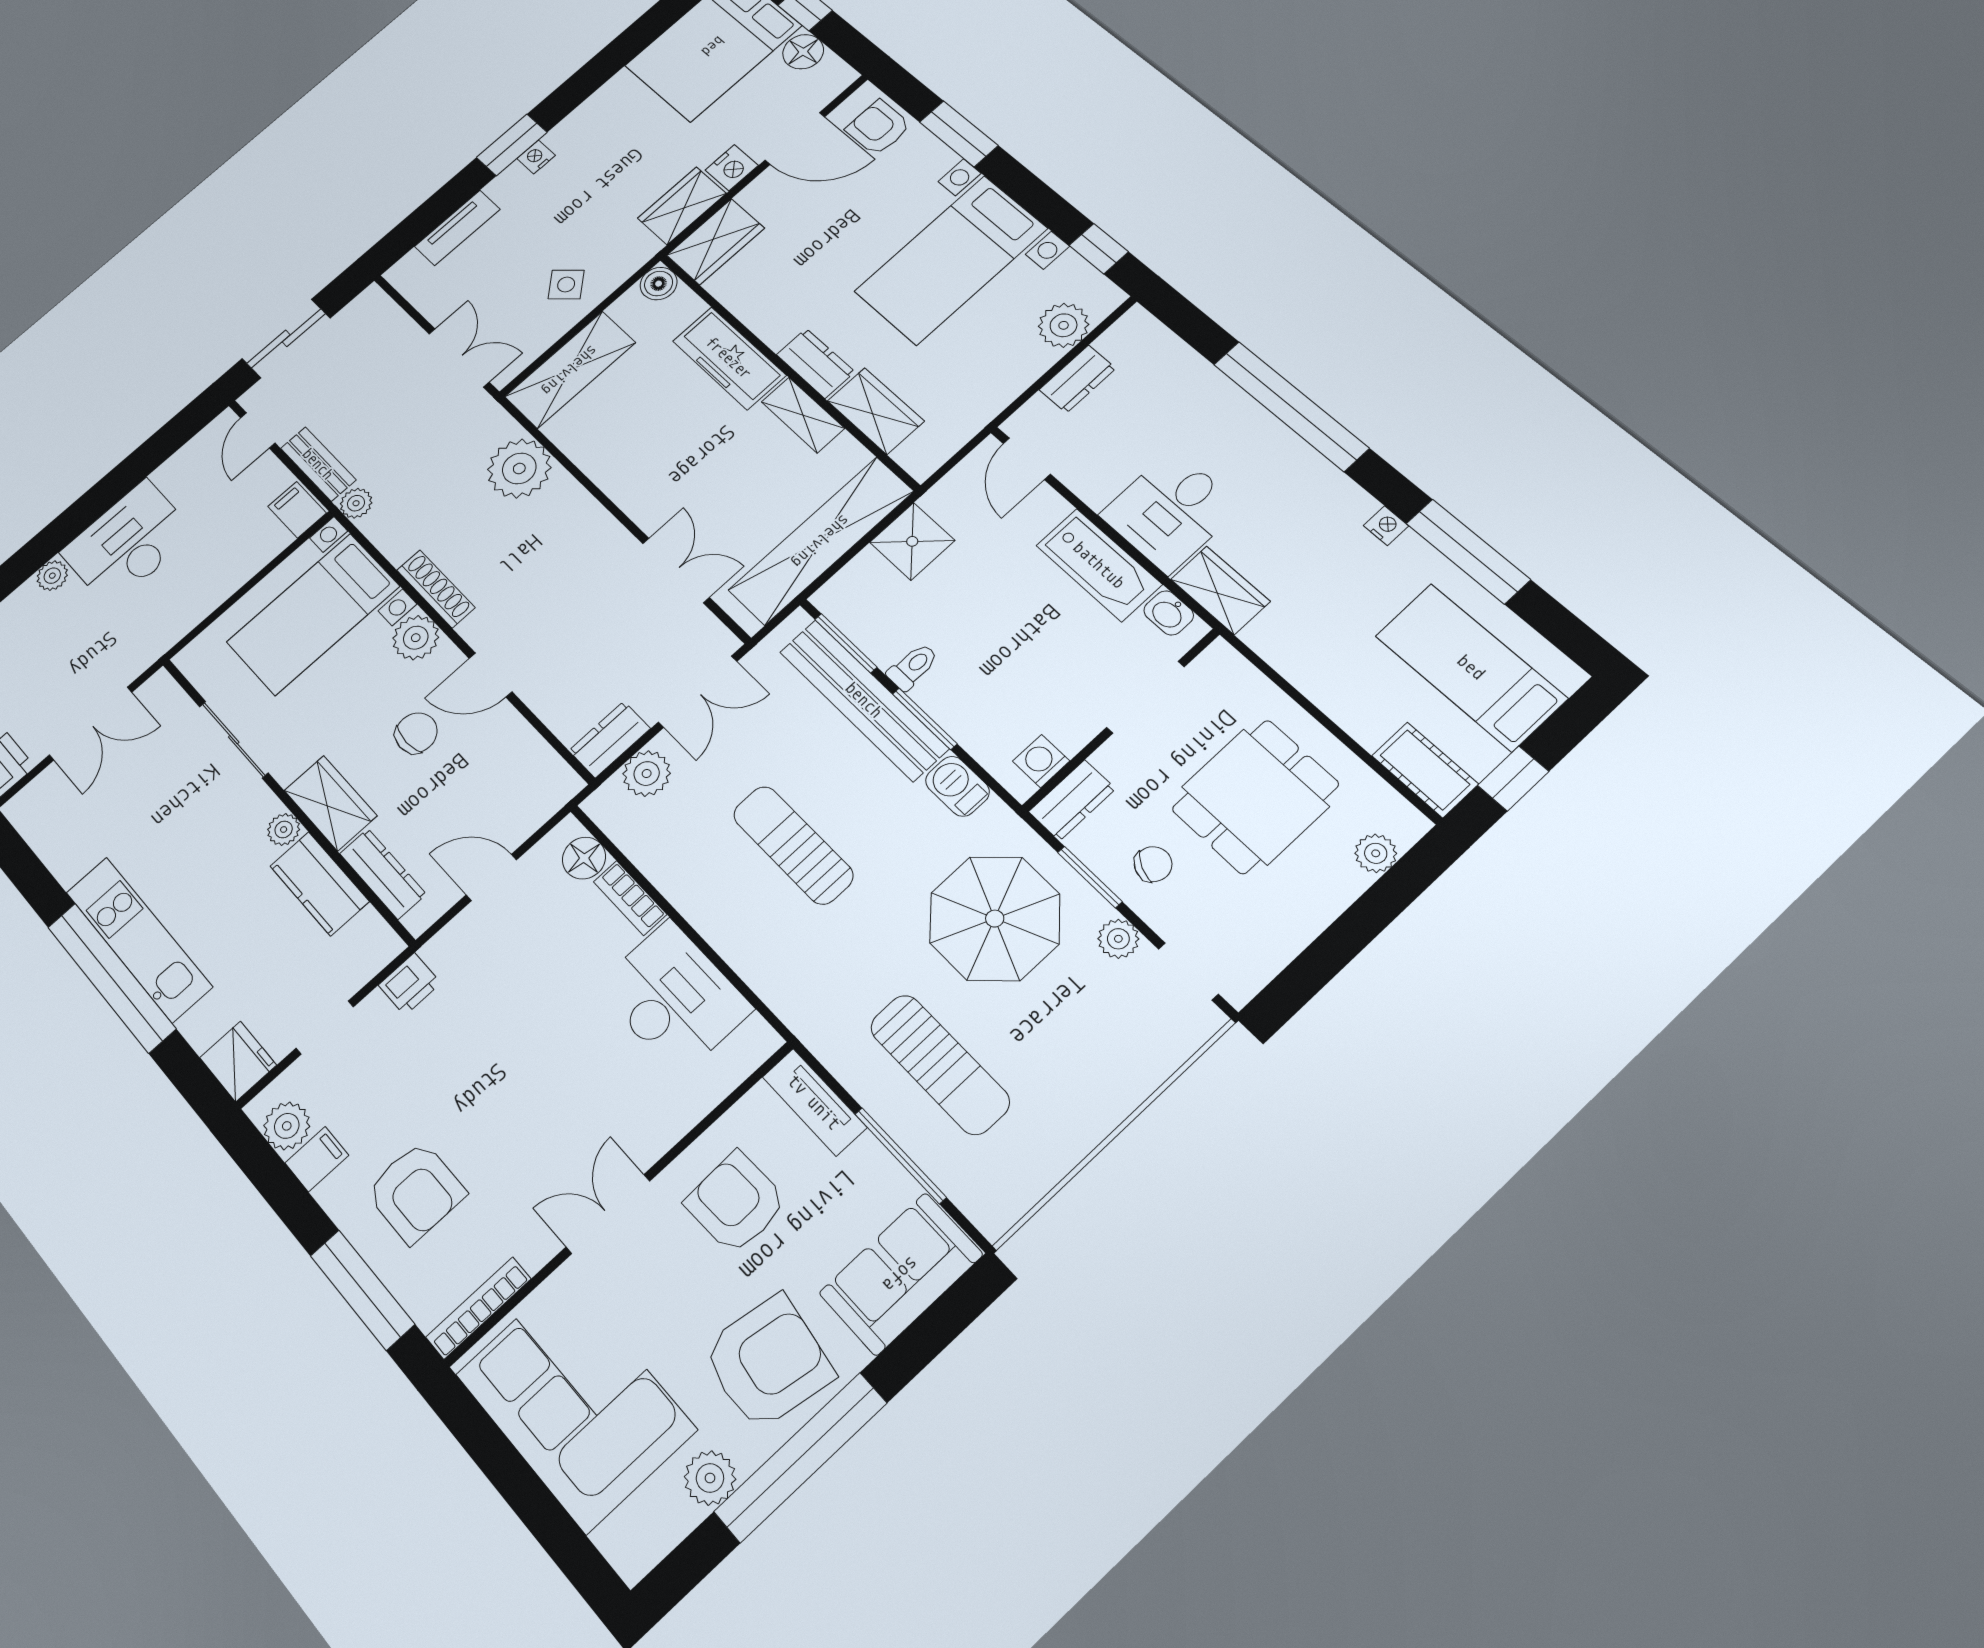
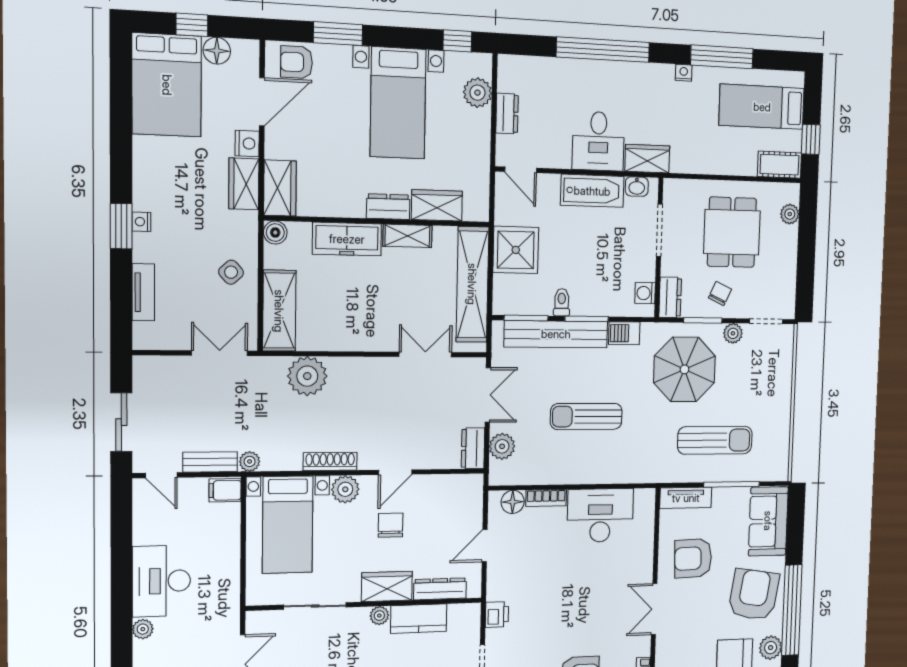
shower: (912, 541) -> (516, 250), width x1.36, depth x1.36

